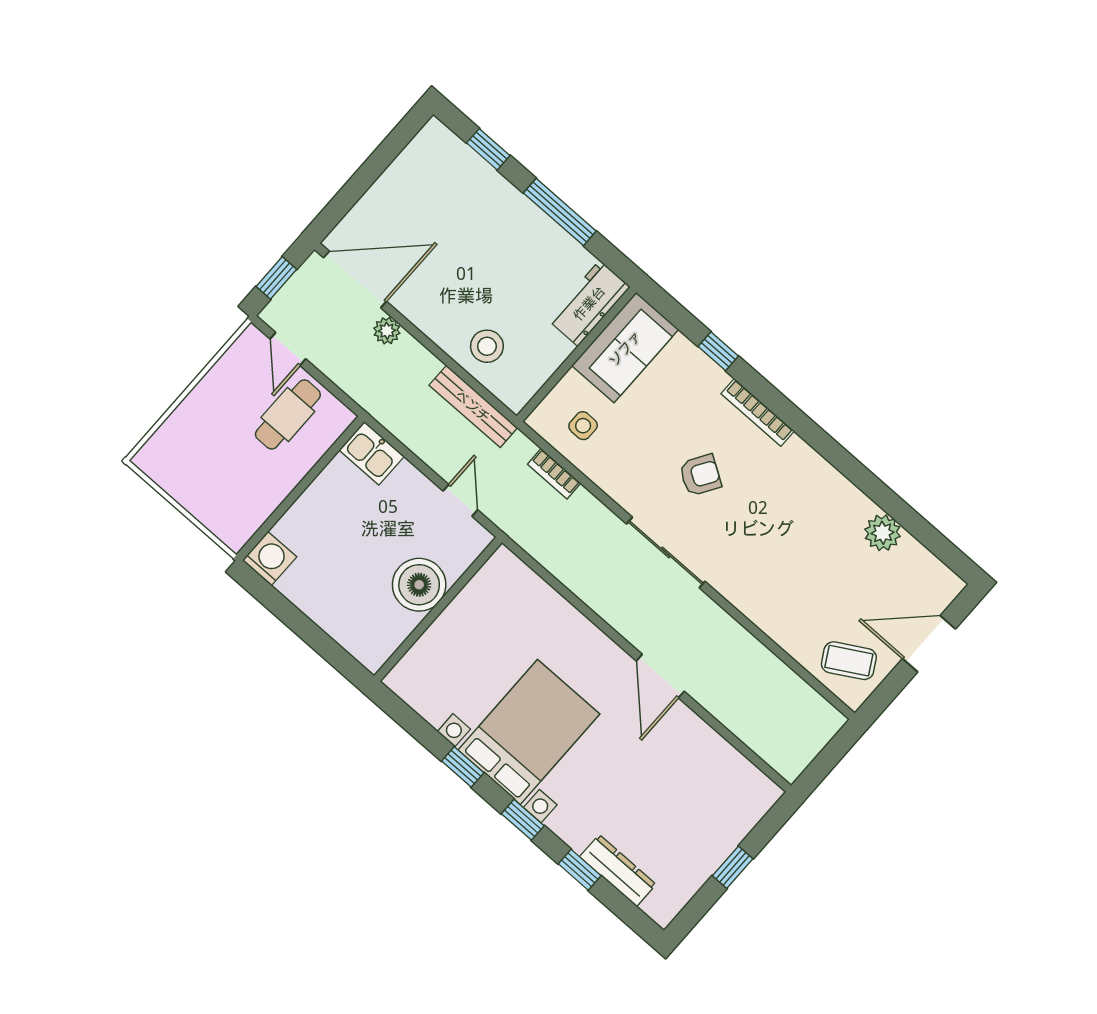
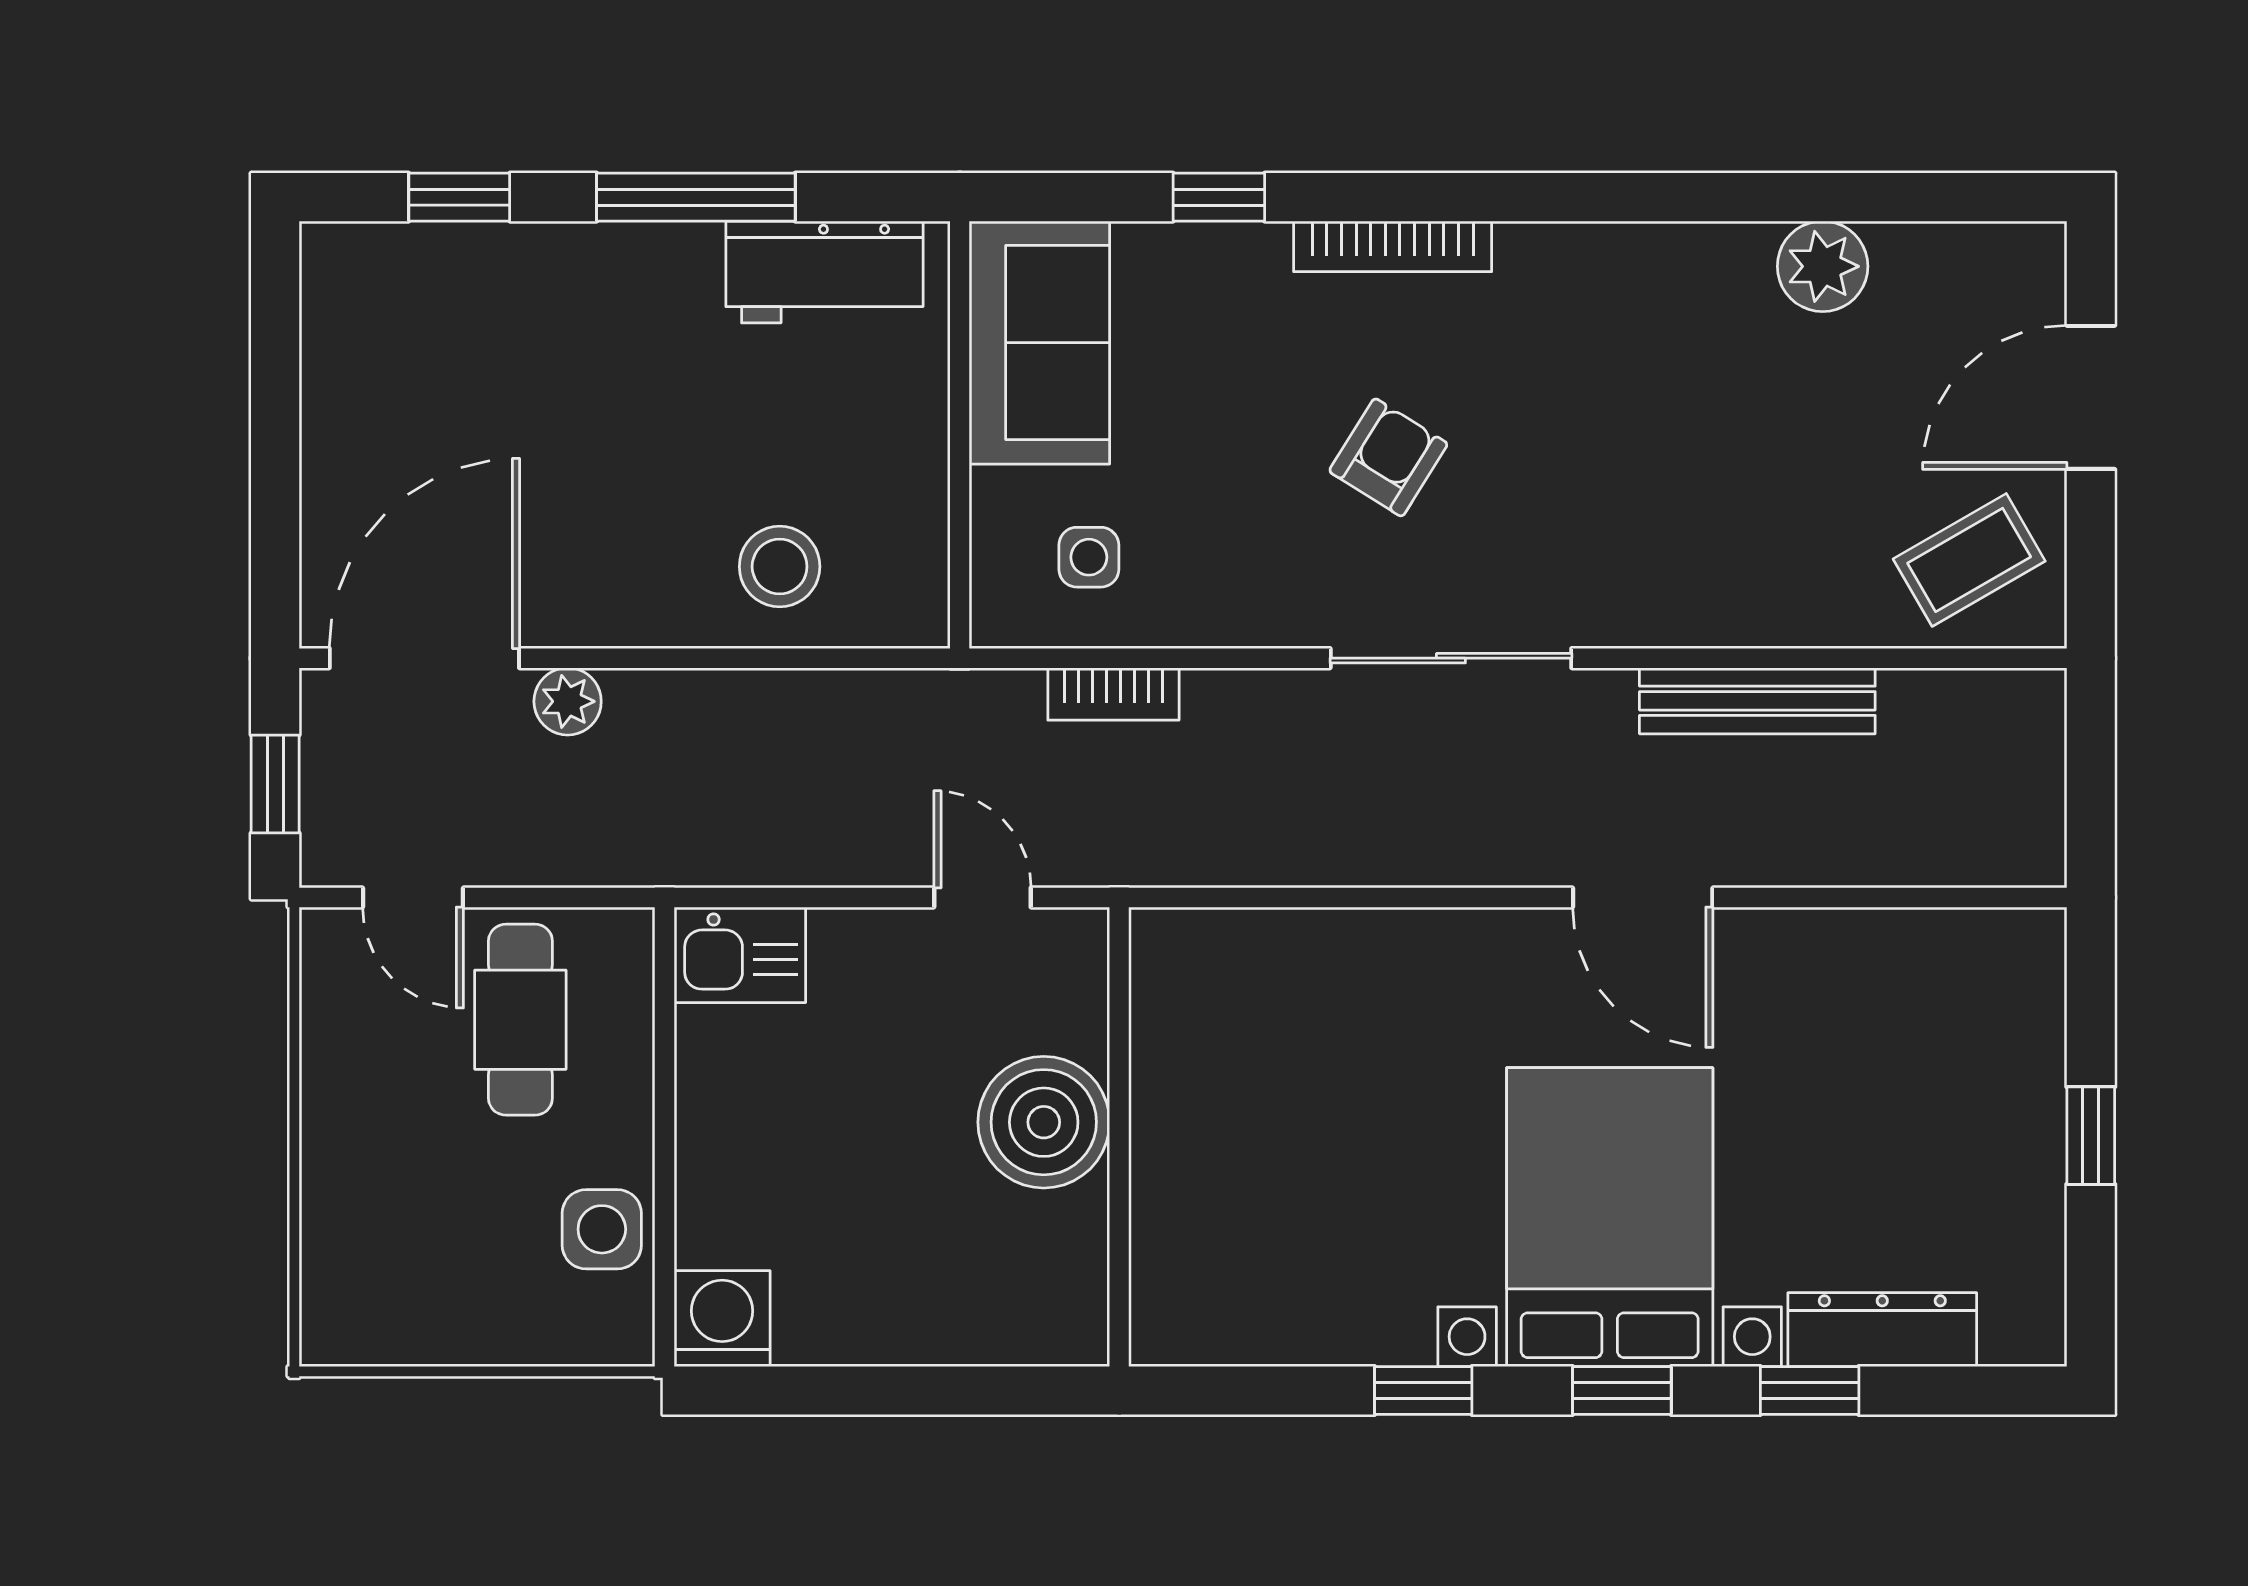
workbench: (589, 303) -> (824, 272), moved, turned -90
bench: (473, 406) -> (1757, 701), moved
side table: (257, 500) -> (602, 1229), added
bed with nightstands: (529, 732) -> (1610, 1217), moved

